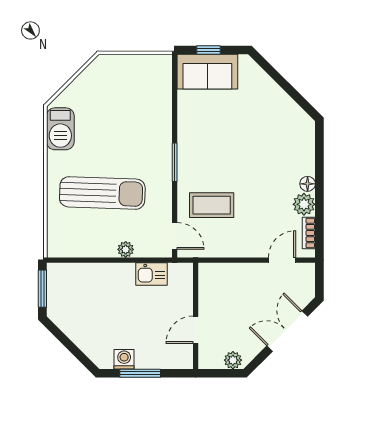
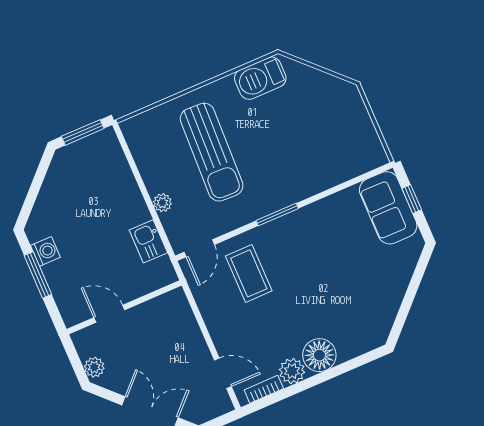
floor lamp: (308, 184) -> (319, 355), width x1.89, depth x1.89

